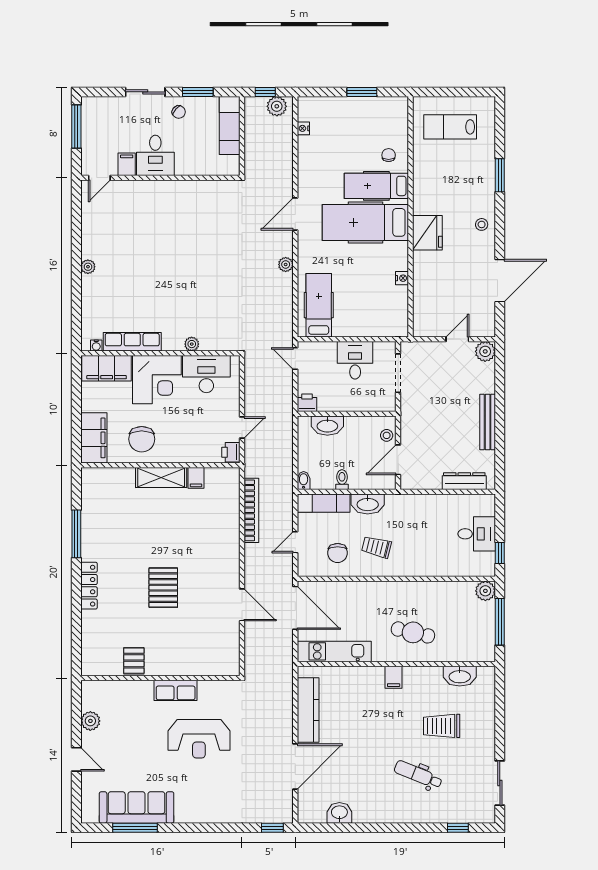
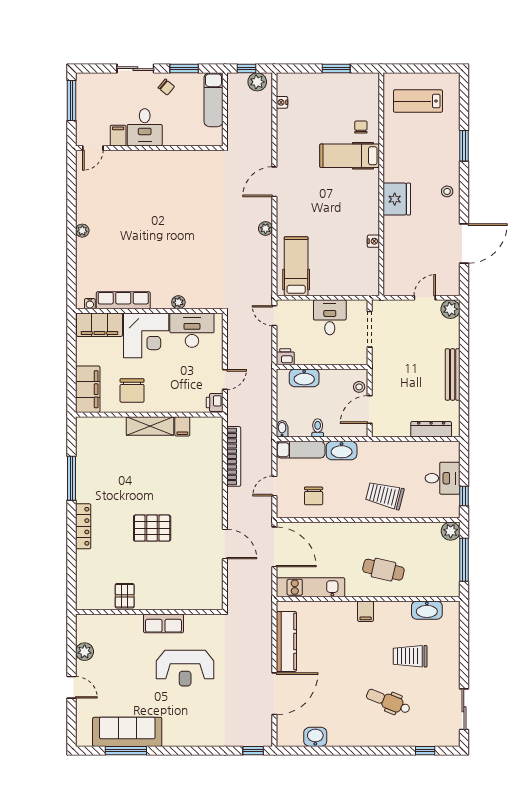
hospital bed: (365, 222) -> (339, 190), removed
trolley: (376, 547) -> (385, 495), moved, width x1.36, depth x1.39
pallet: (163, 588) -> (152, 528), turned 90

